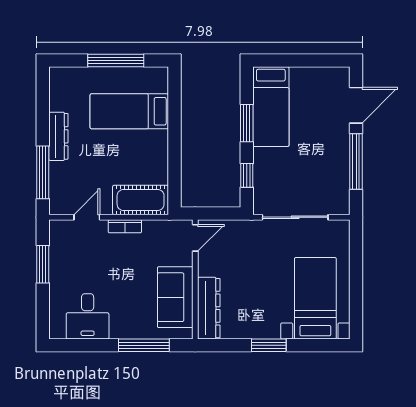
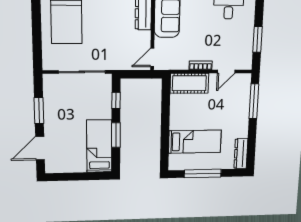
dresser: (58, 136) -> (241, 154), moved
window: (356, 161) -> (39, 111), width x0.69

